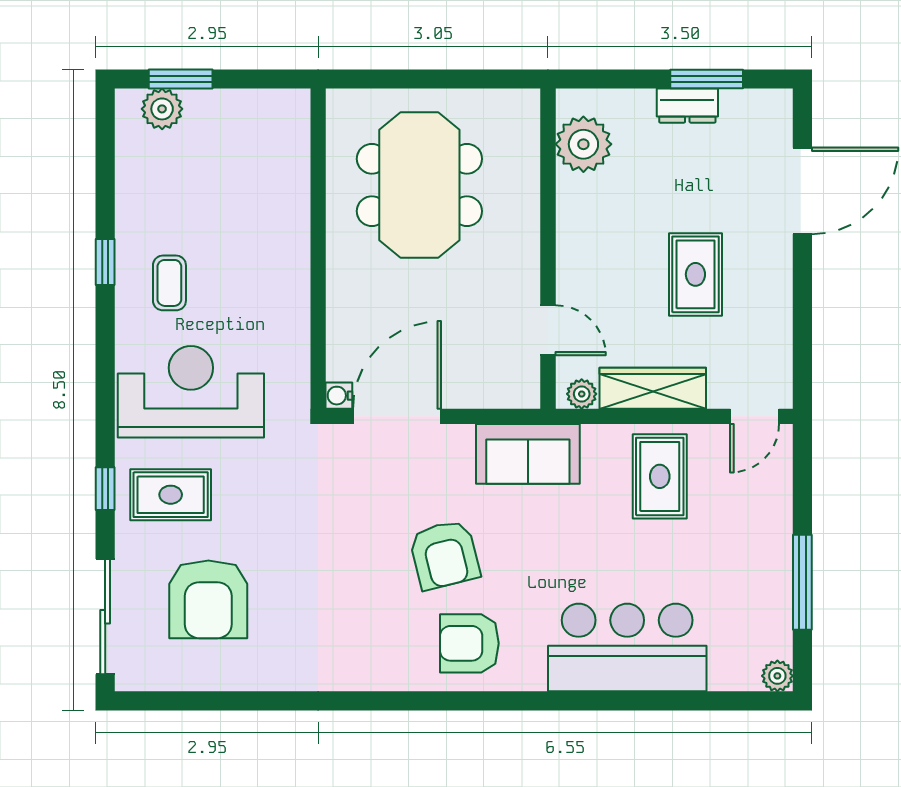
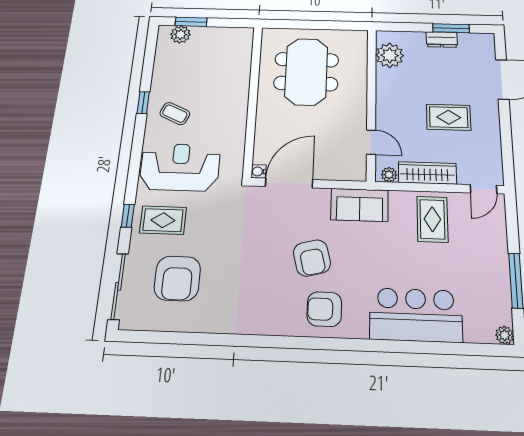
rug: (695, 274) -> (449, 117), turned 90
coffee table: (169, 283) -> (175, 114), turned -66

